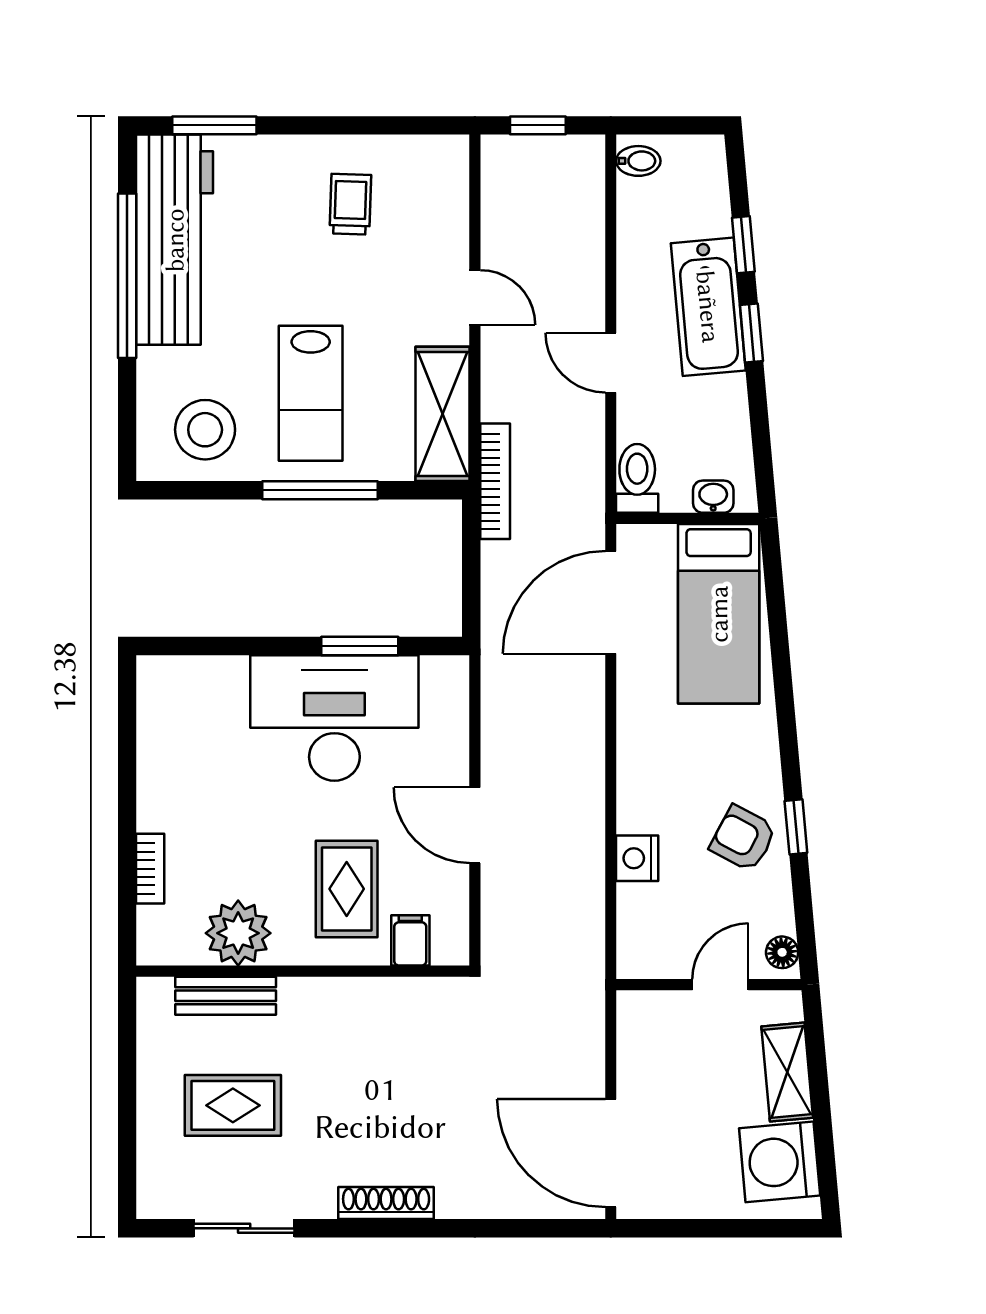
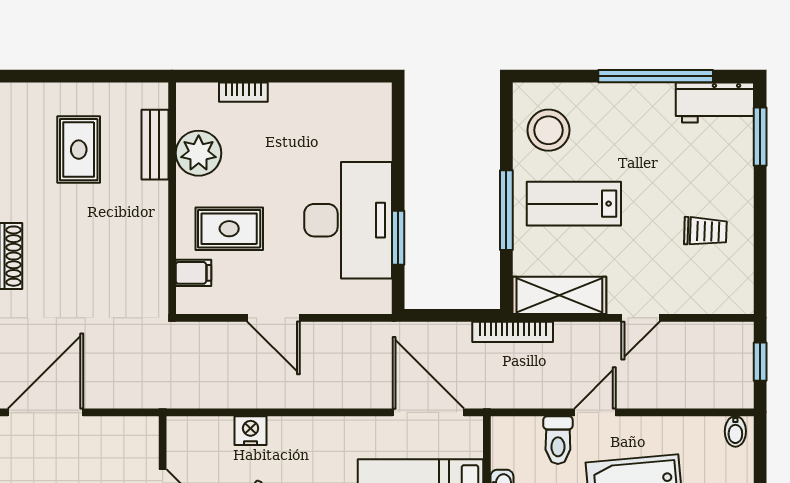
workbench: (175, 240) -> (715, 103), width x0.53, depth x0.76
toilet: (637, 478) -> (558, 440), moved, turned 90
door: (475, 825) -> (274, 318), swing flipped

